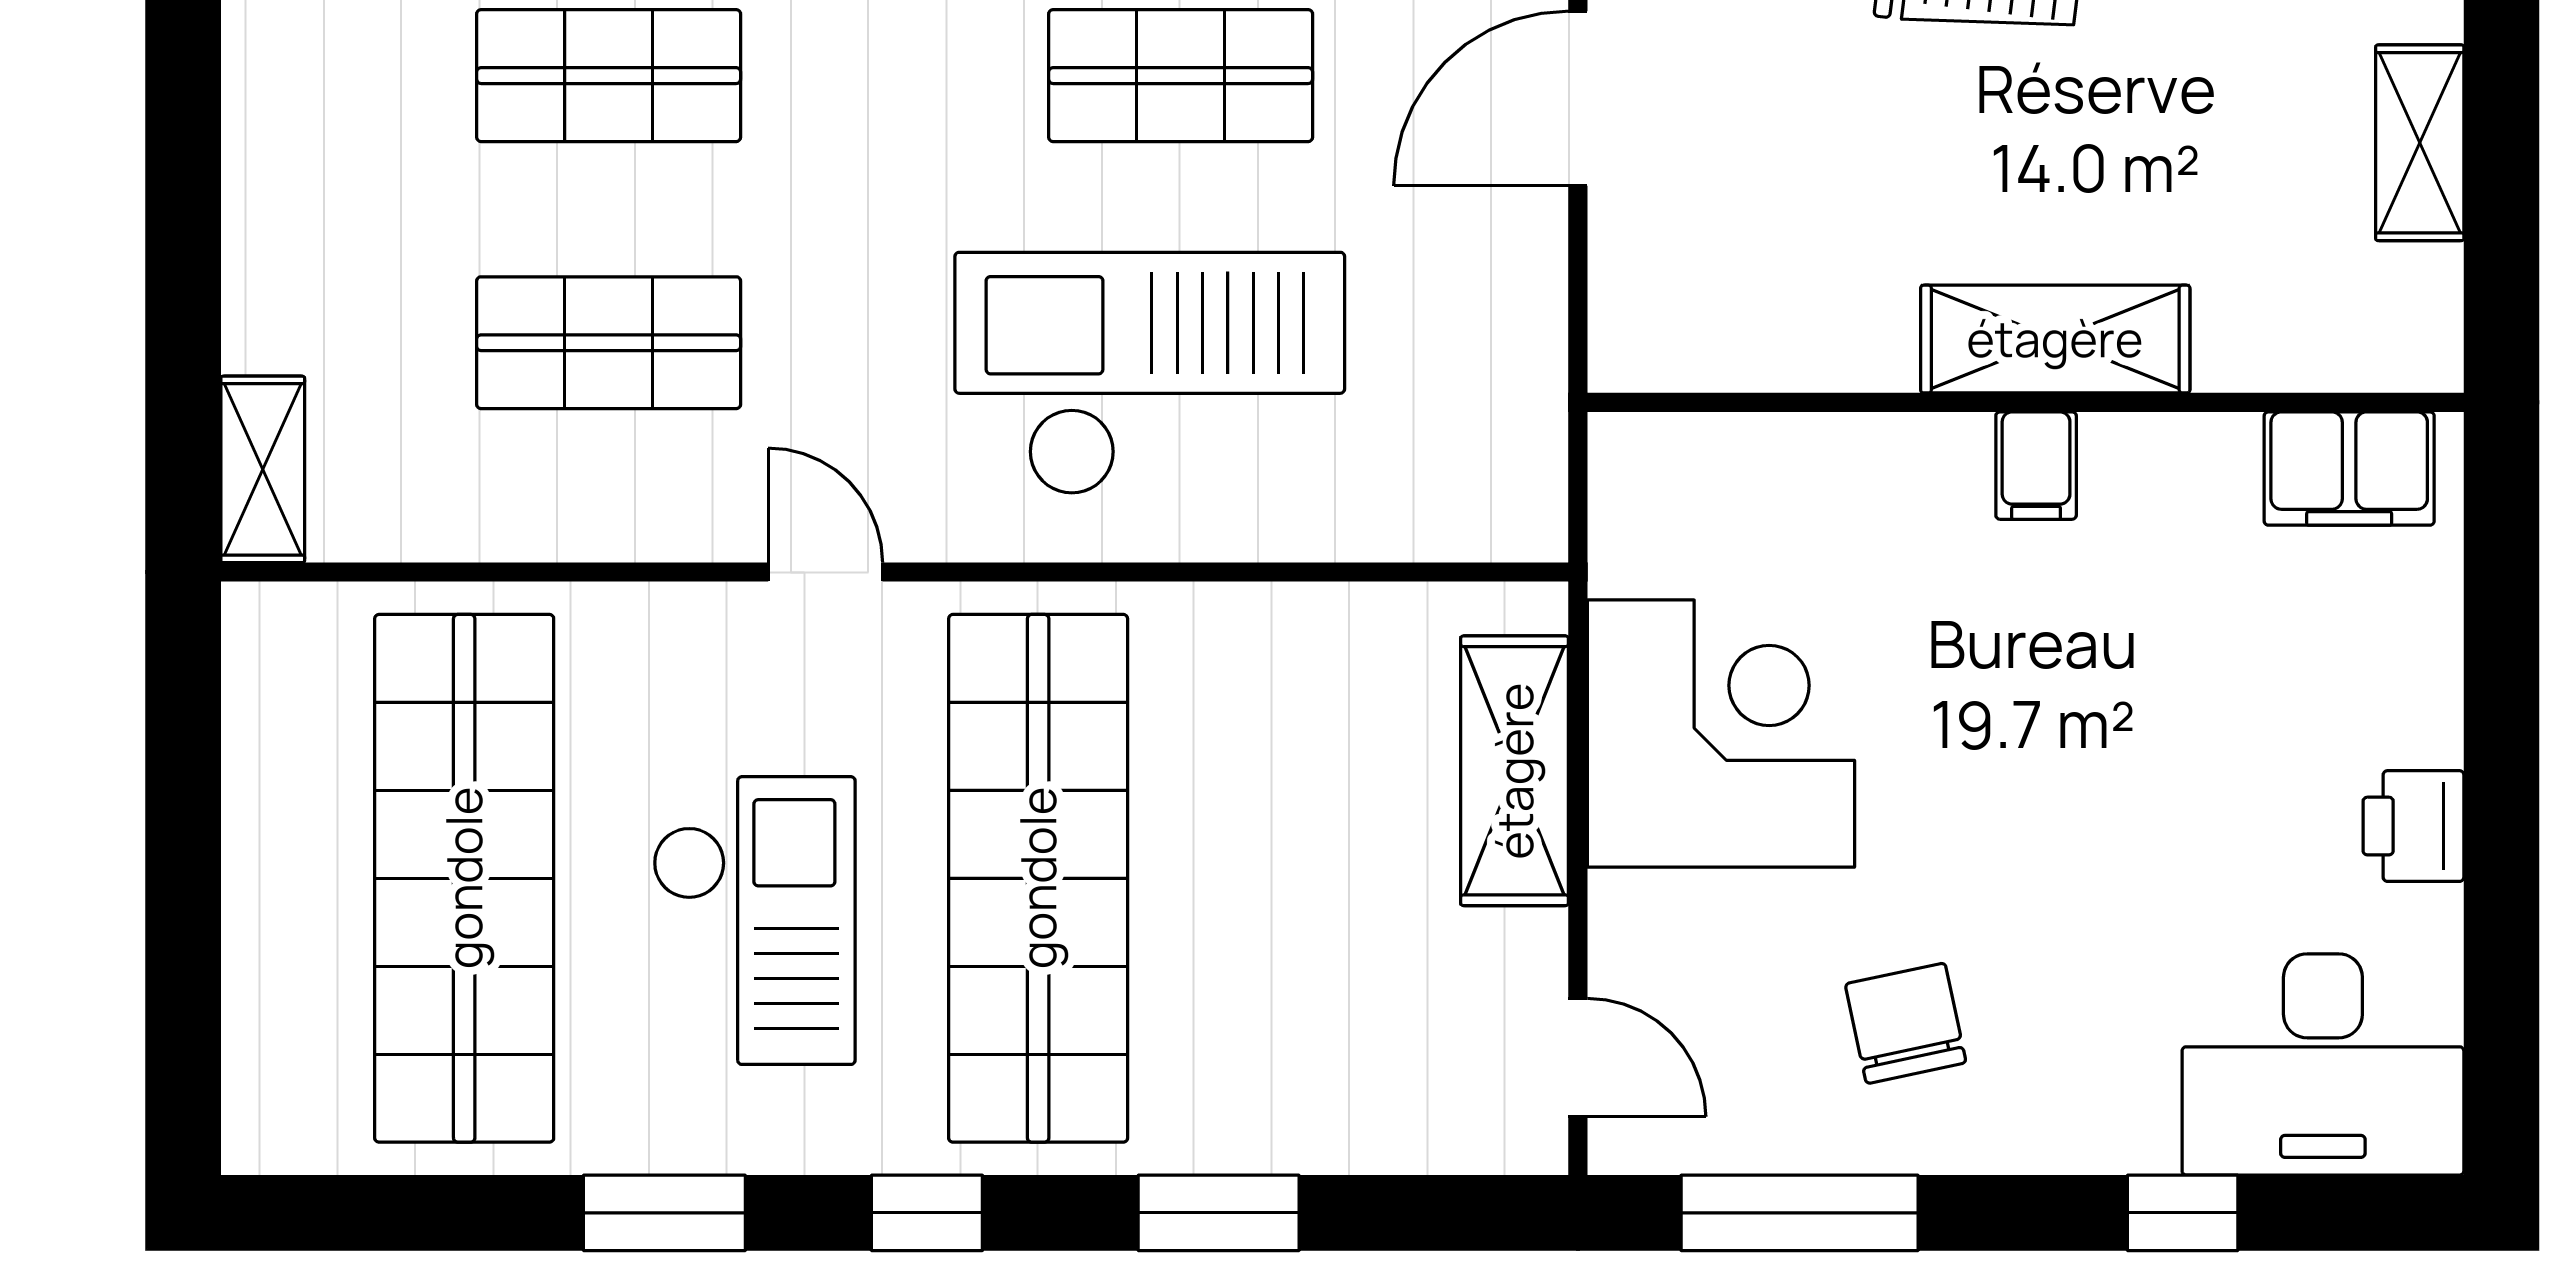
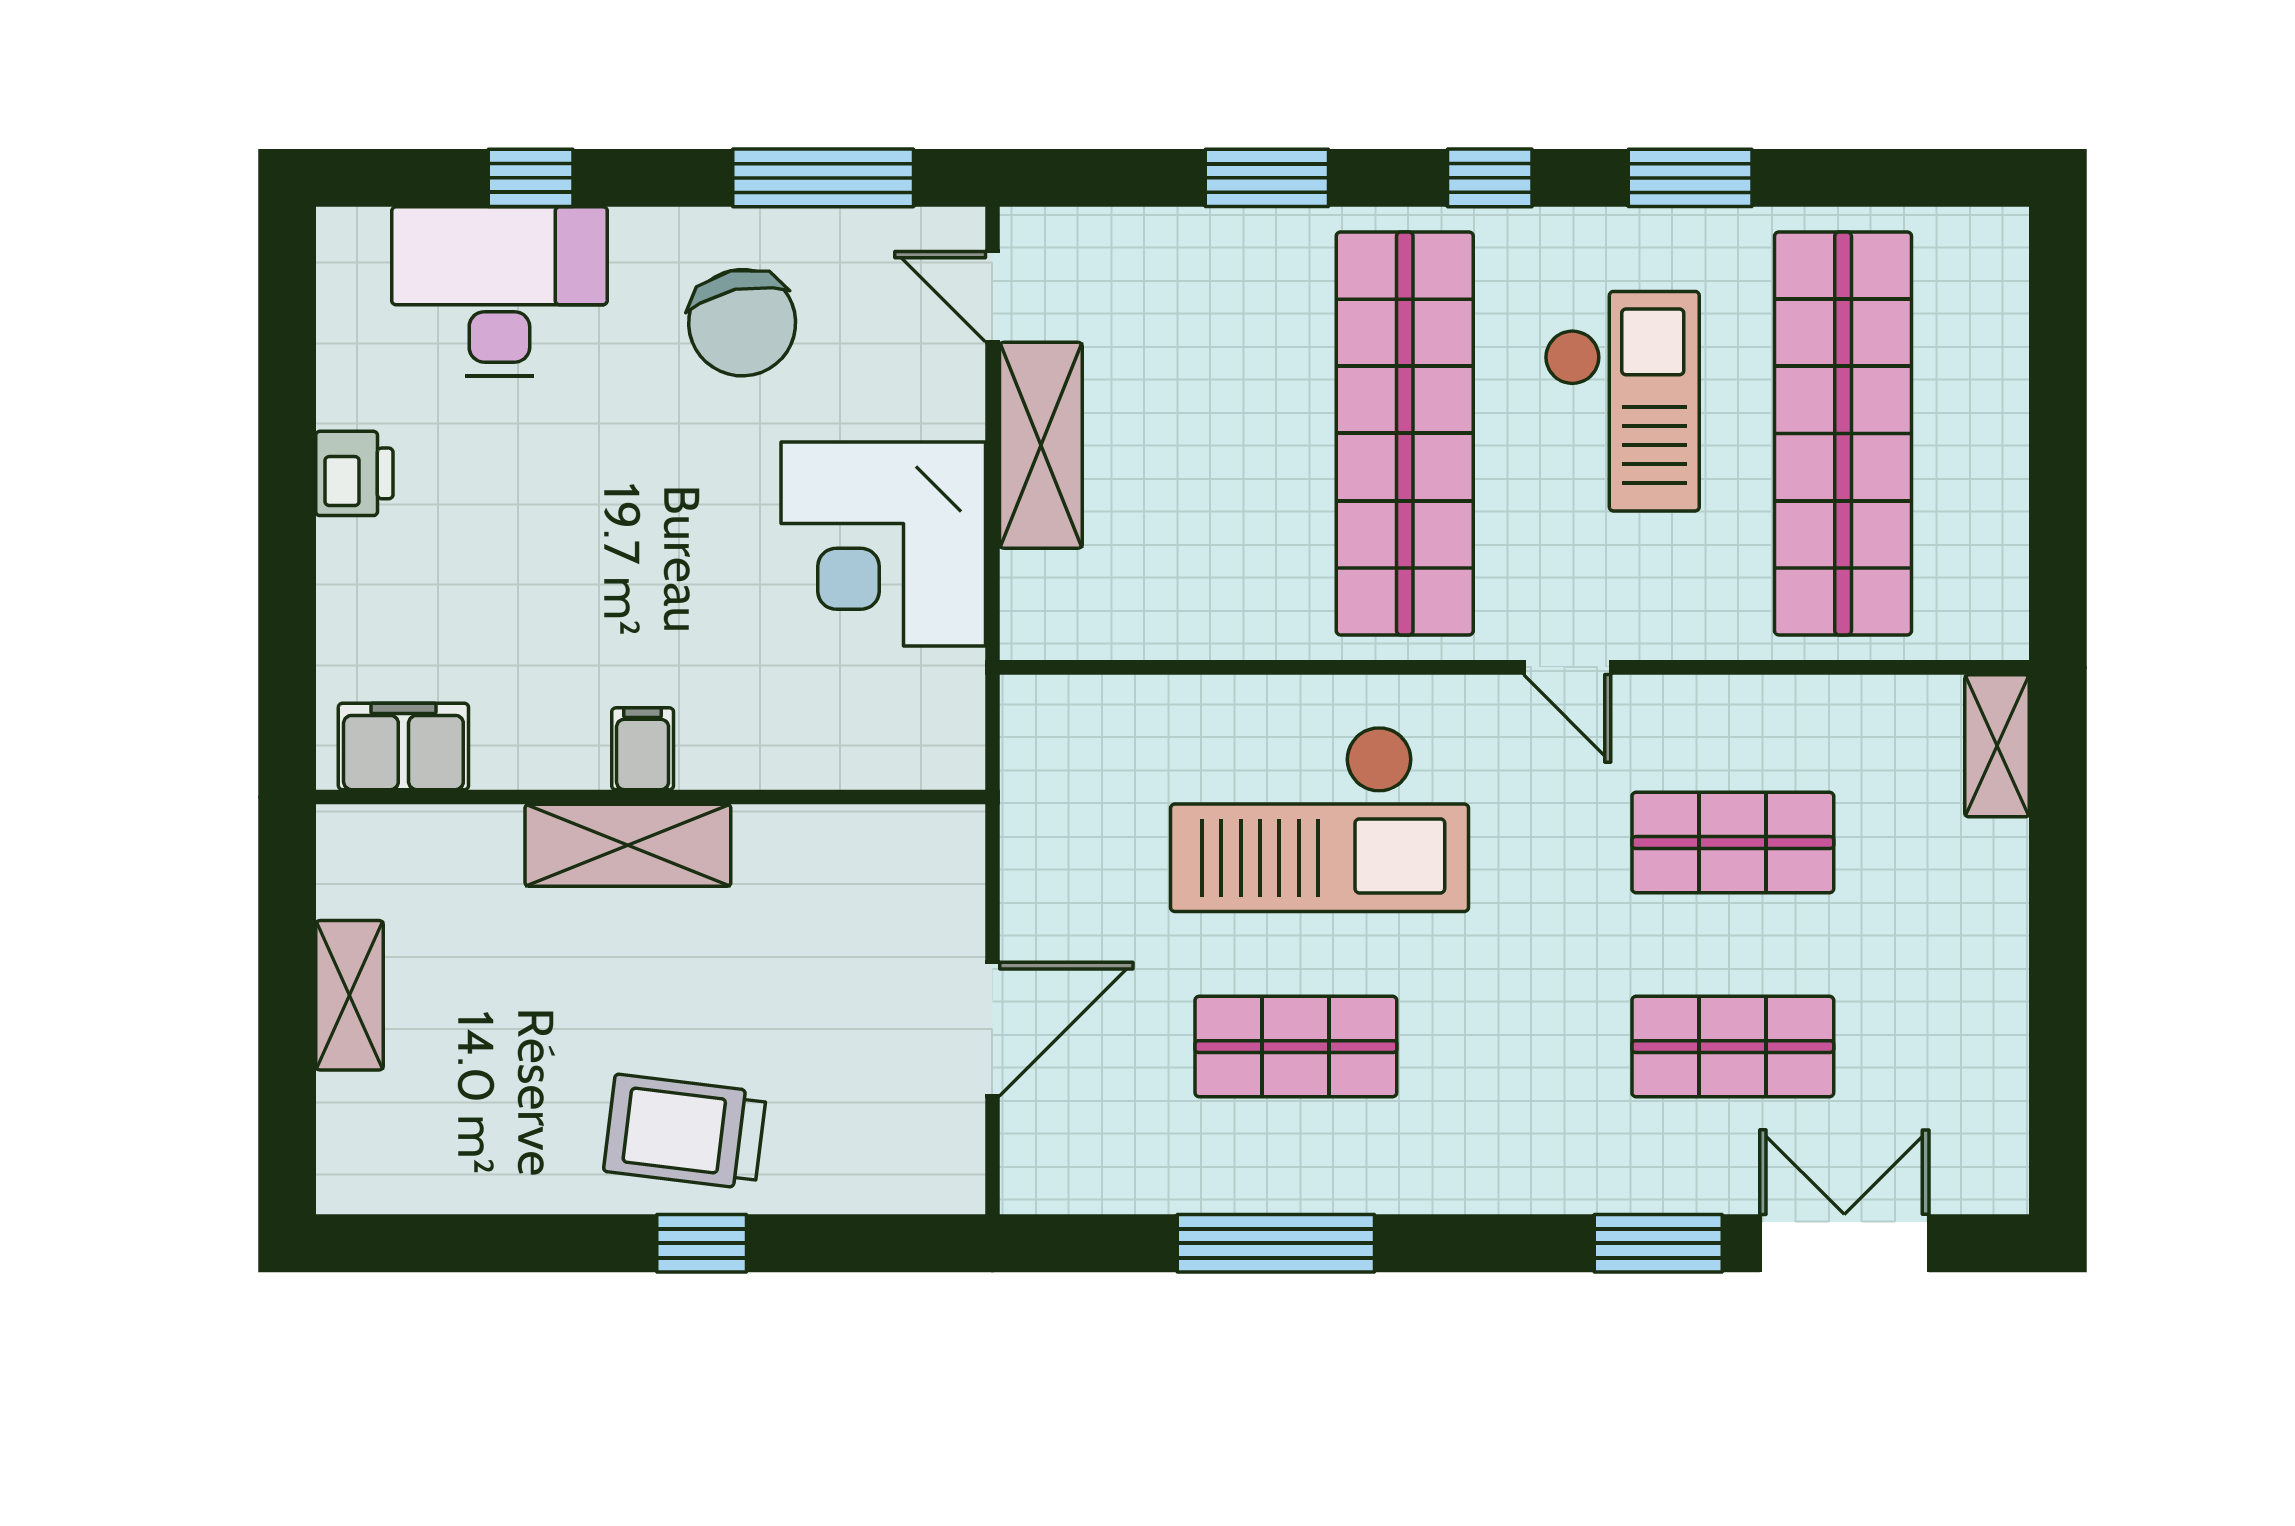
shelving: (1515, 771) -> (1041, 445), moved
checkout: (754, 921) -> (1622, 401), turned 180
chair: (1906, 1023) -> (742, 323), width x1.37, depth x1.37
desk: (2323, 1064) -> (499, 291), moved

